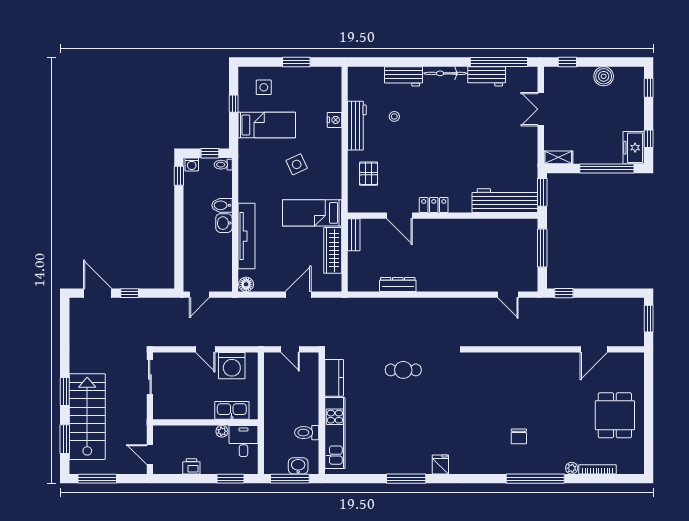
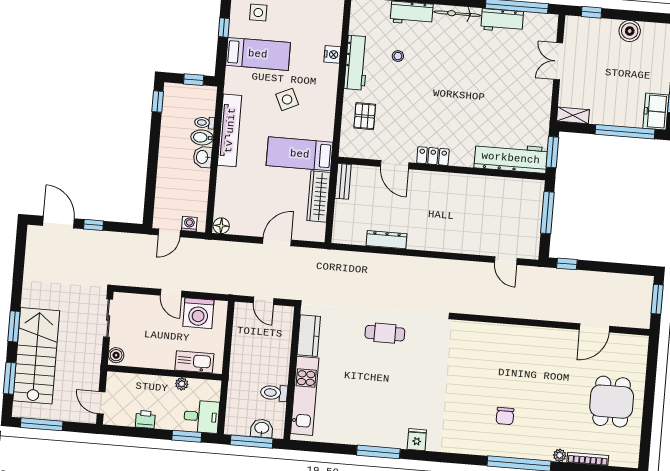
washing machine: (192, 164) -> (189, 224), moved, turned 180
toilet: (223, 165) -> (205, 123), moved
tv unit: (247, 236) -> (230, 130), moved
boiler: (160, 410) -> (116, 355), added
desk: (243, 441) -> (201, 417), moved, turned 90

